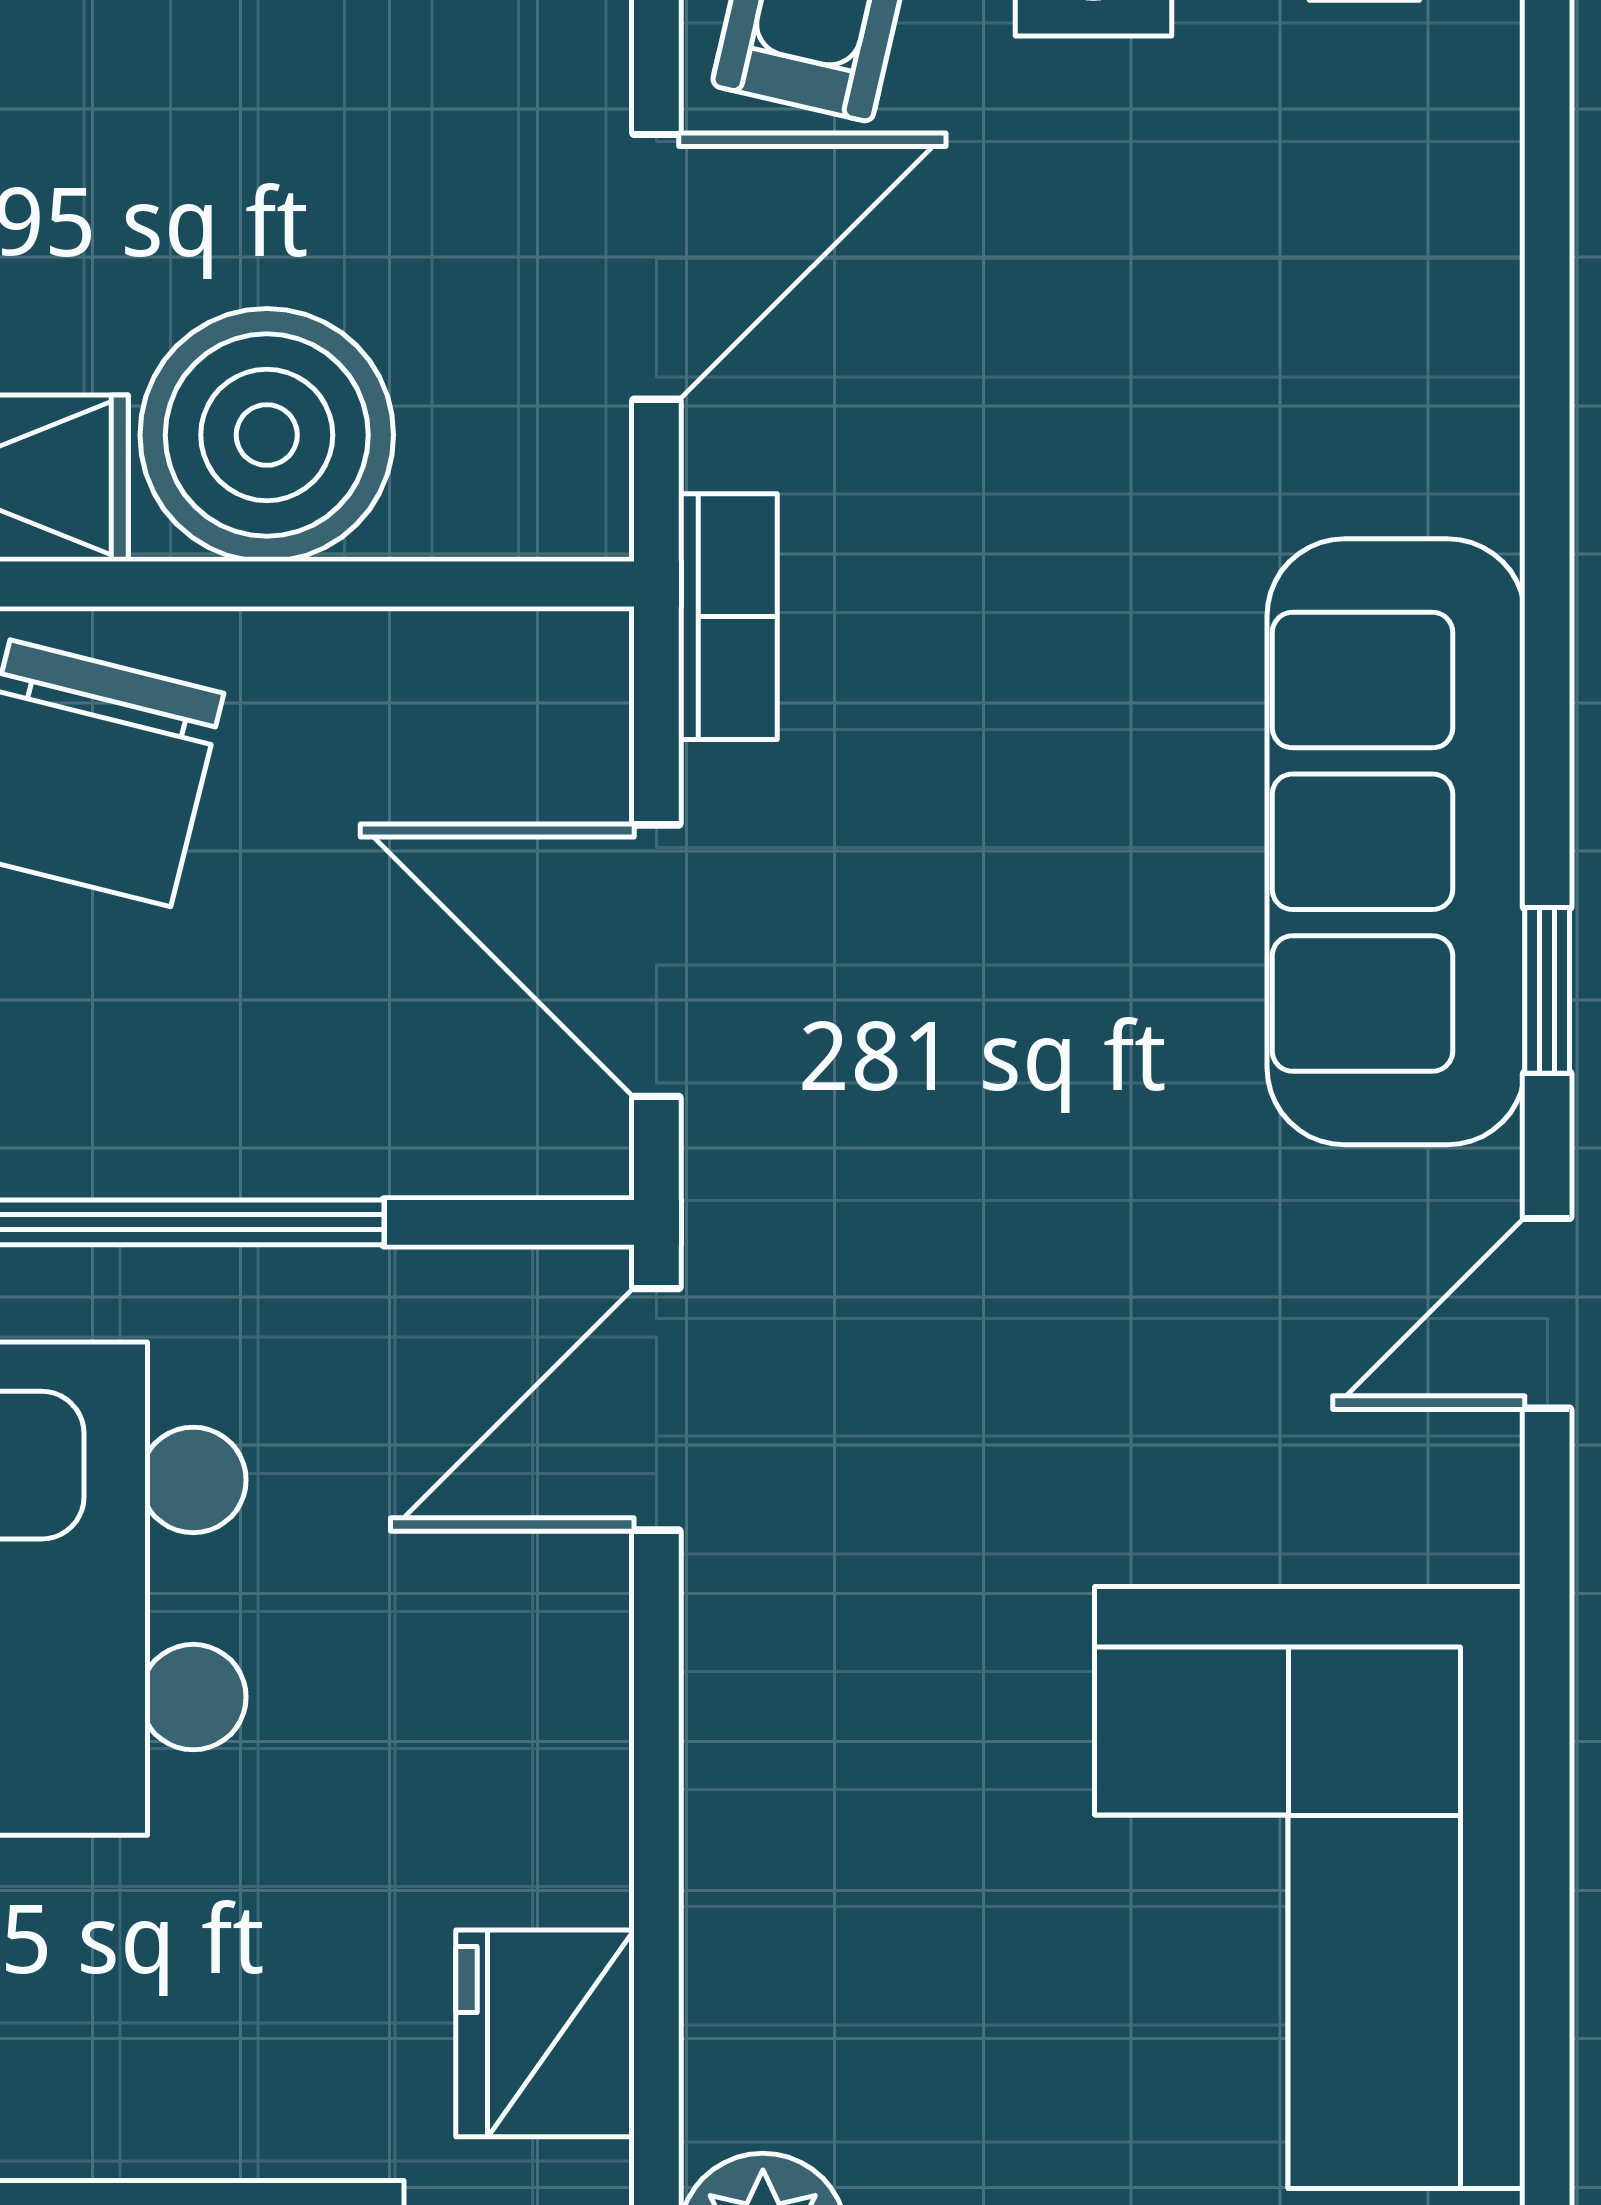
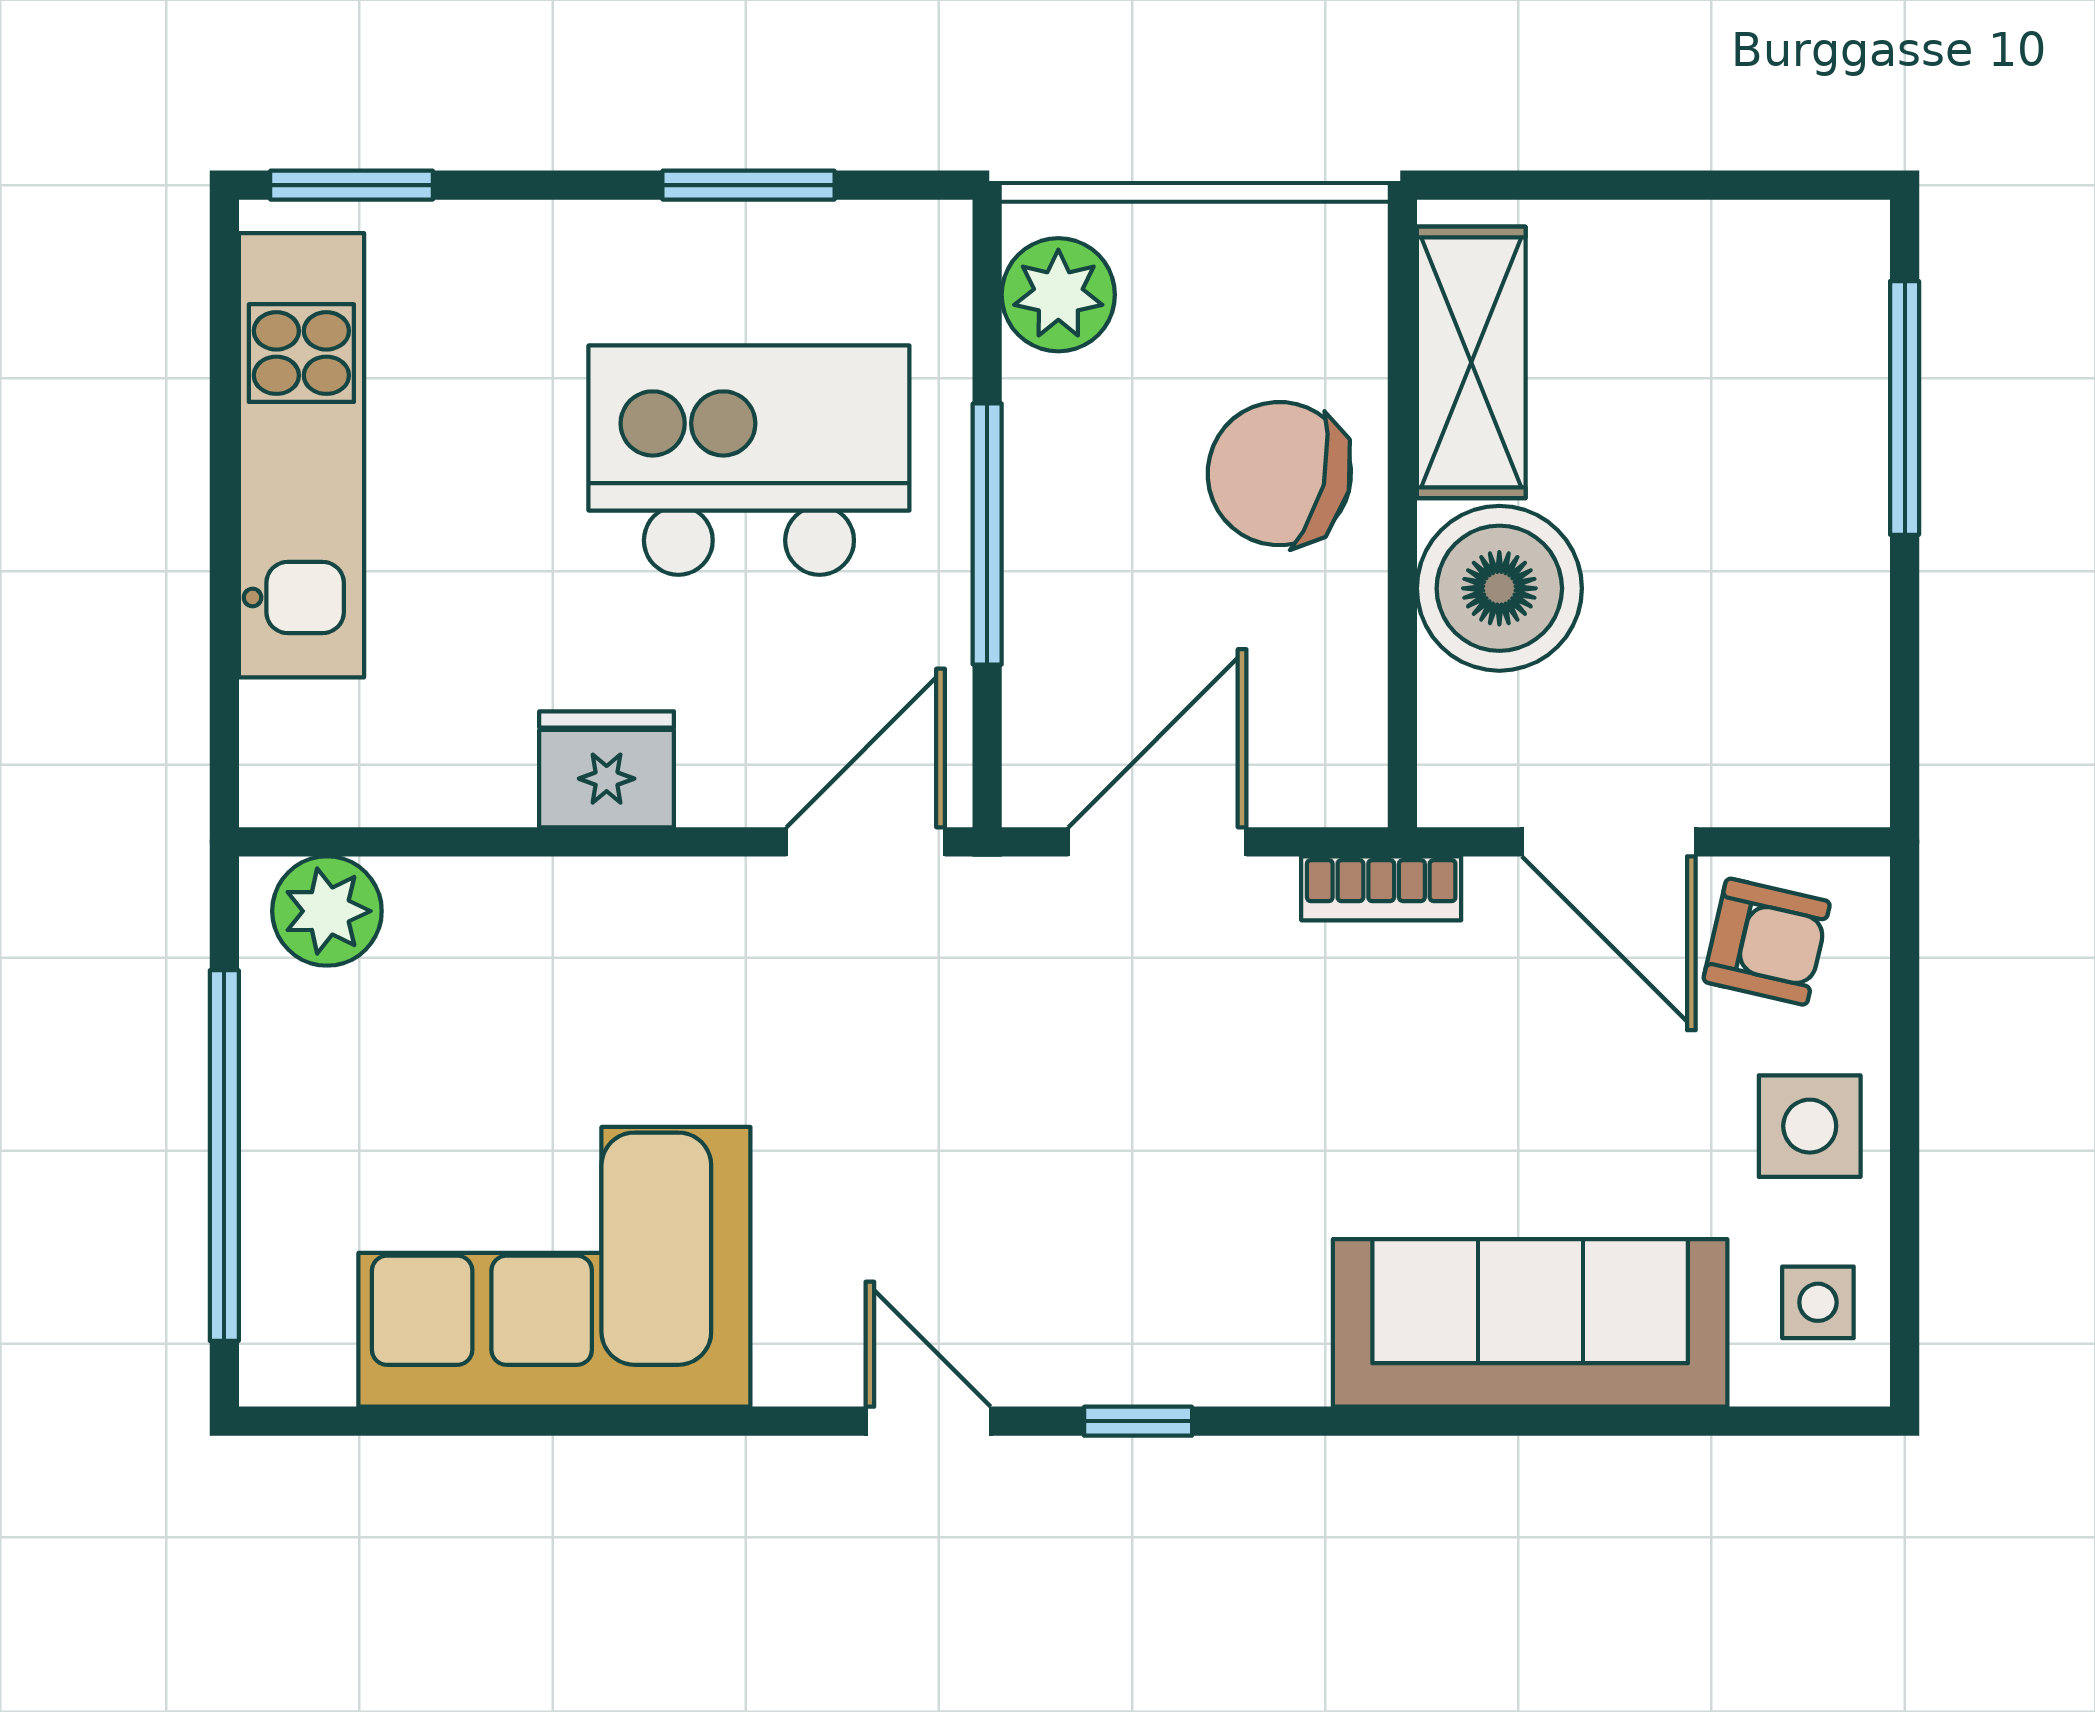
sofa: (1396, 842) -> (1530, 1323), moved
door: (656, 1409) -> (866, 842), hinge flipped
fridge: (545, 2033) -> (607, 769), moved

